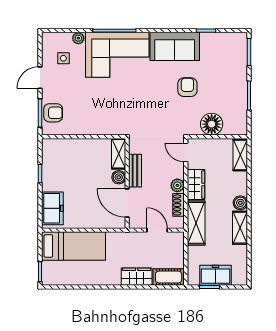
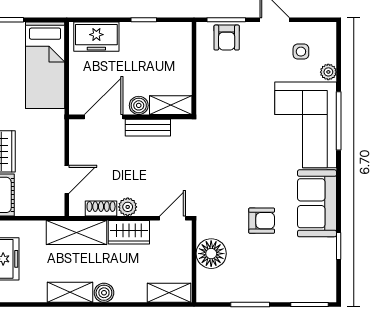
shelving: (119, 154) -> (171, 105), moved
bench: (135, 171) -> (148, 128), moved
boiler: (119, 177) -> (139, 105), moved
wall: (127, 183) -> (130, 117), moved
door: (127, 203) -> (104, 117), moved

